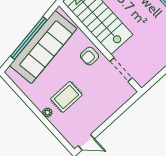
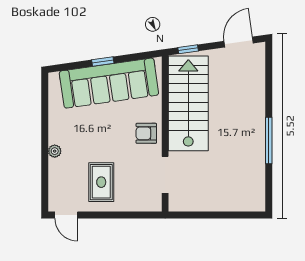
window: (29, 38) -> (103, 61), width x0.32
rug: (66, 97) -> (101, 182), moved, turned 90

